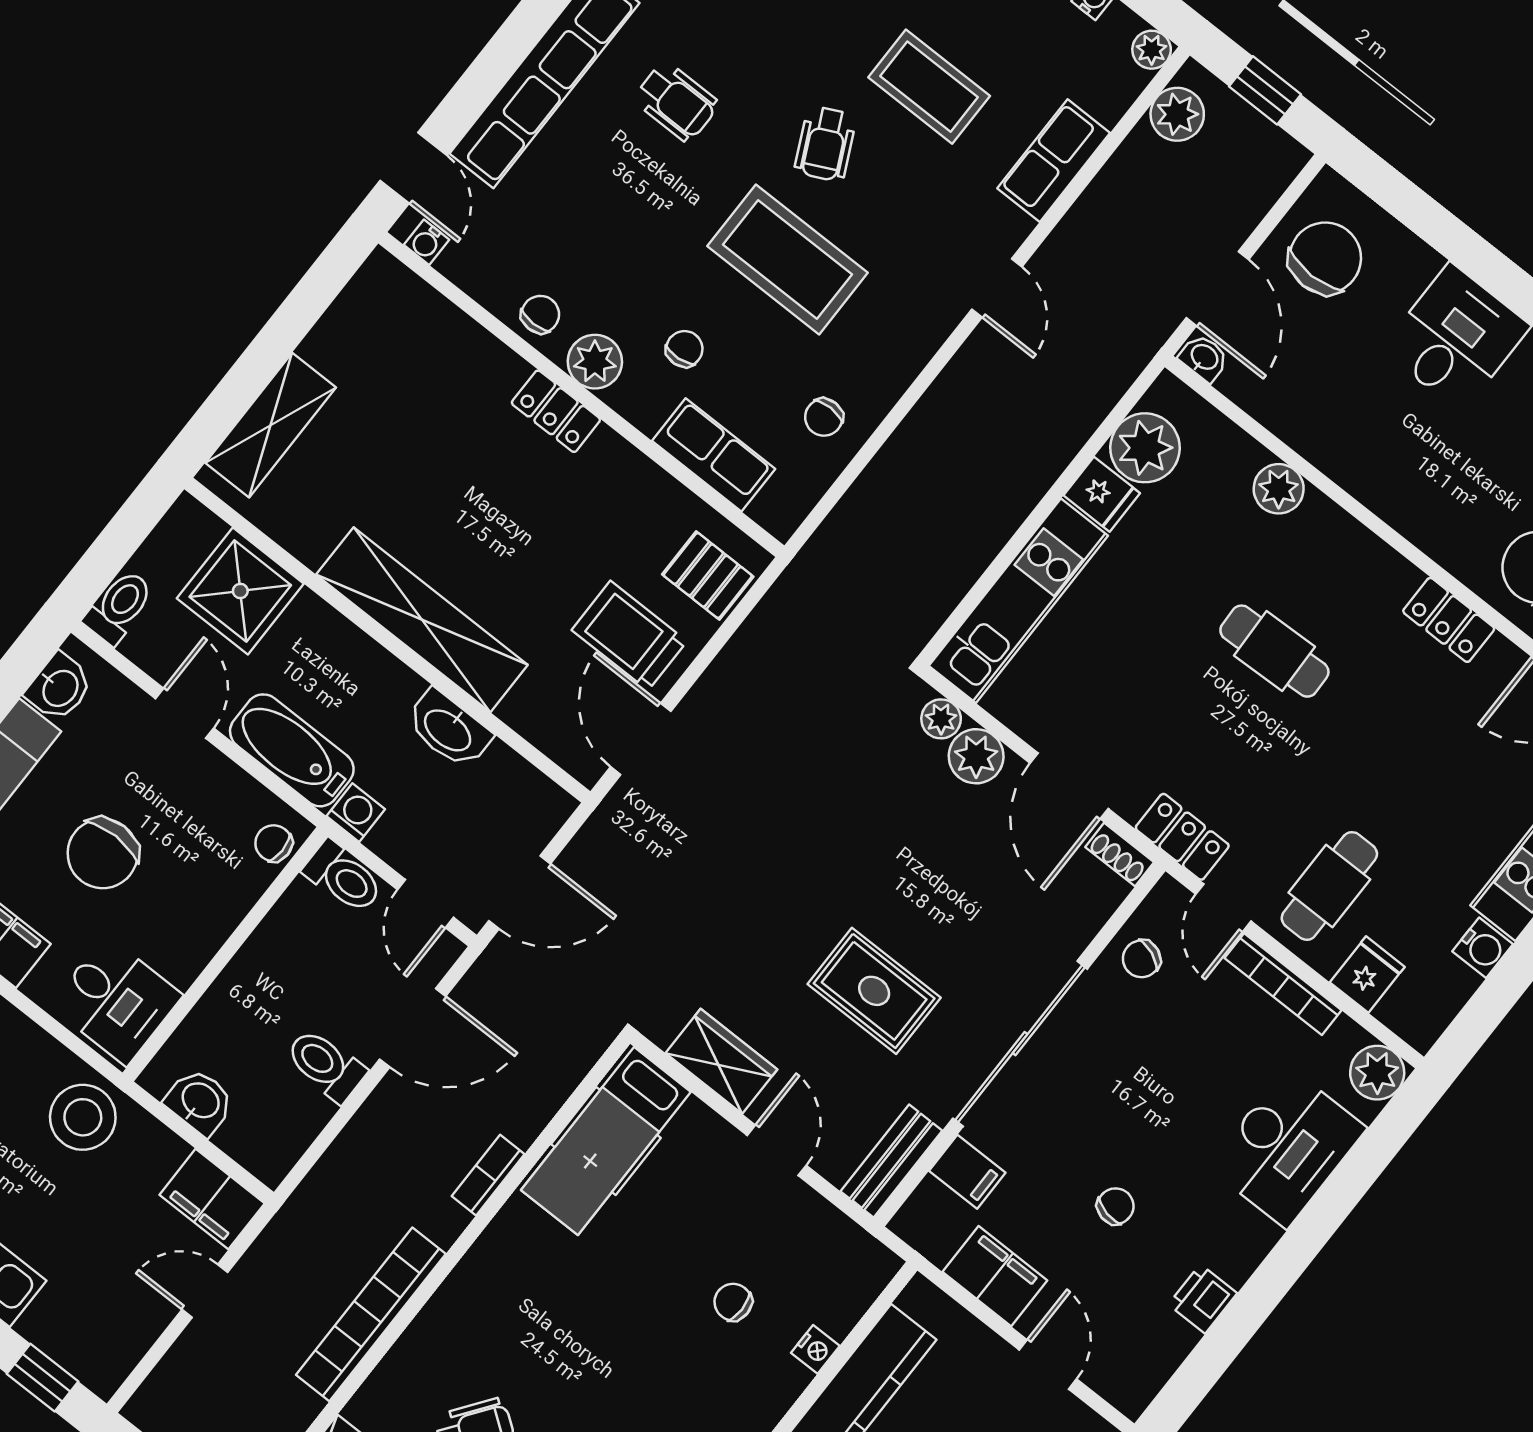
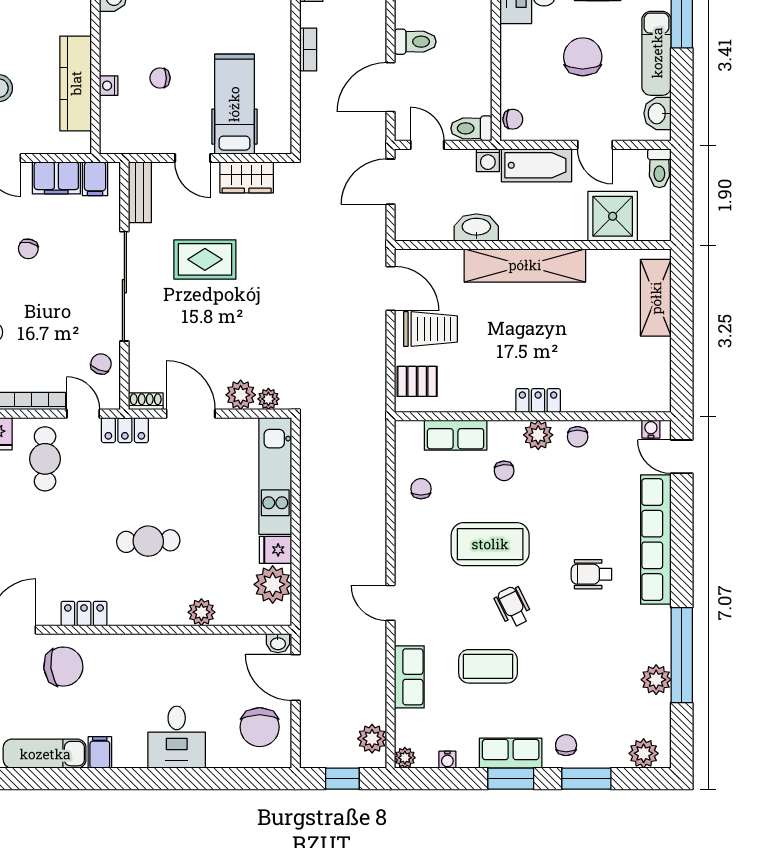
hospital bed: (606, 1141) -> (234, 104), moved
filing cabinet: (967, 1172) -> (95, 179), moved, turned -90
chair: (733, 1302) -> (160, 78), turned 180

